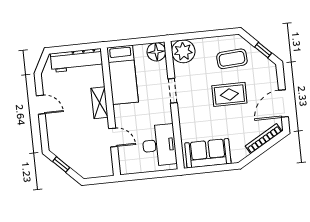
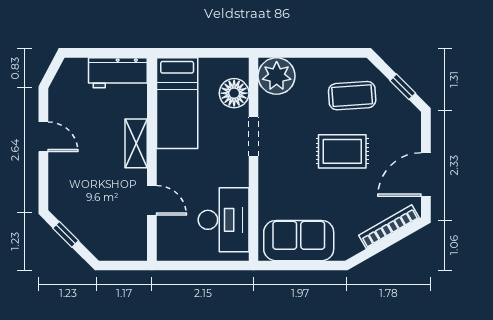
floor lamp: (156, 52) -> (234, 93), moved
workbench: (77, 60) -> (118, 73), width x0.73

